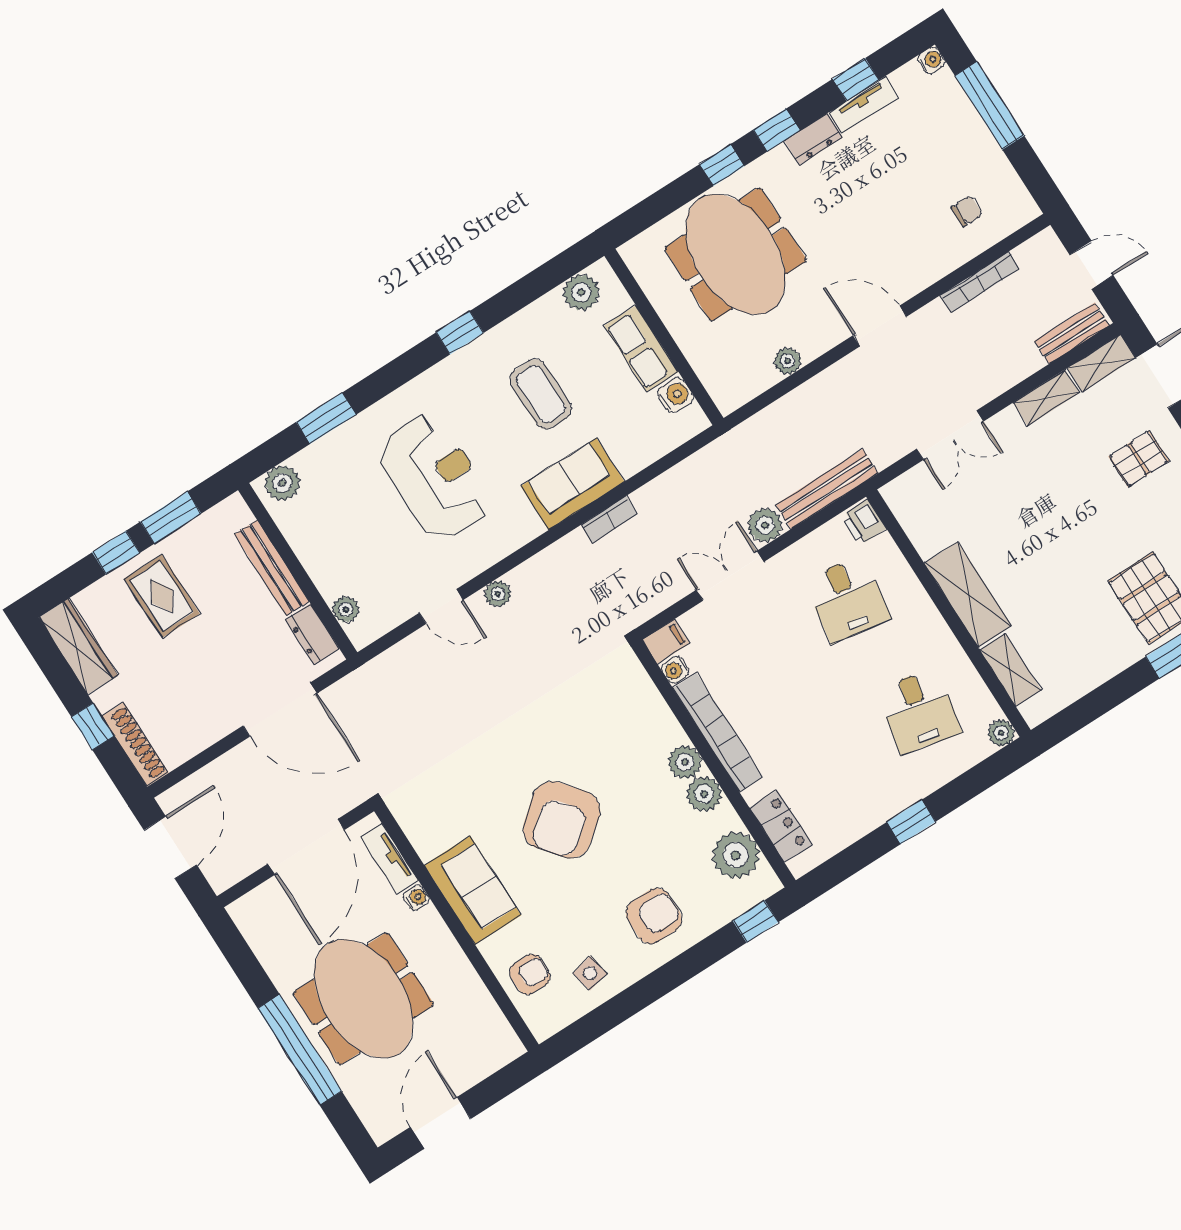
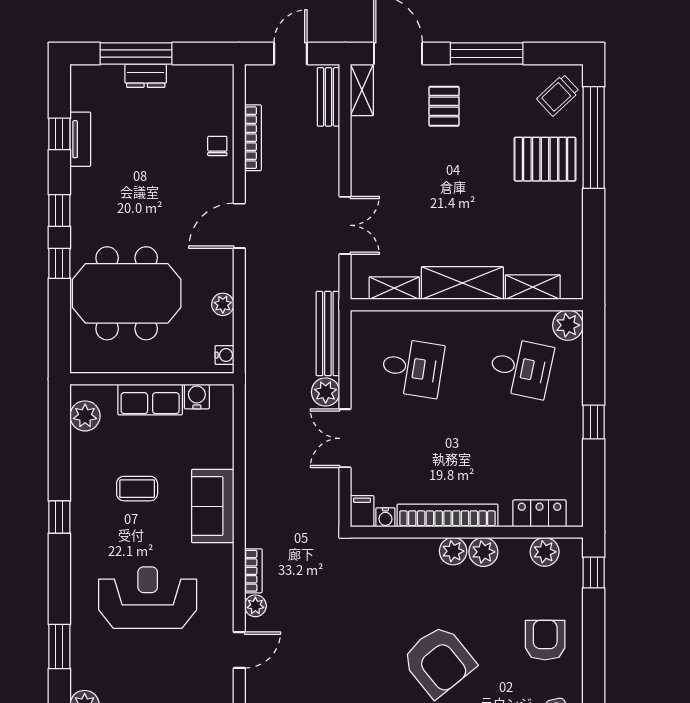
water cooler: (931, 60) -> (224, 355), moved, turned 90
dresser: (813, 139) -> (146, 76), moved, turned 90
chair: (967, 211) -> (217, 146), moved
coffee table: (541, 394) -> (137, 489), width x0.73, depth x0.77
shelving: (1046, 398) -> (394, 288), moved, turned 90
bookcase: (609, 519) -> (253, 571), moved
printer: (864, 522) -> (367, 323), removed
plant: (1001, 733) -> (568, 325), width x1.38, depth x1.38
plant: (736, 855) -> (545, 552), width x0.73, depth x0.73

